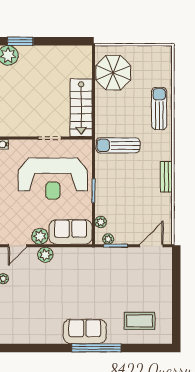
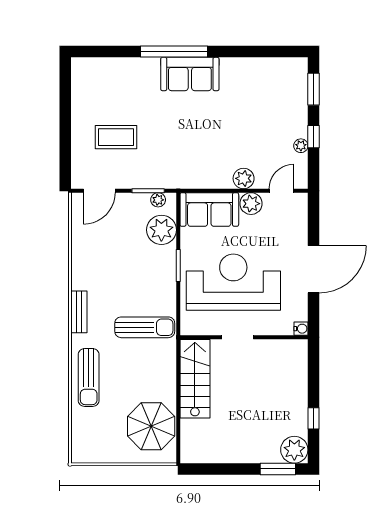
bench: (166, 177) -> (79, 312), moved
plant: (101, 222) -> (161, 230), width x1.87, depth x1.87
coffee table: (140, 321) -> (116, 137), moved

